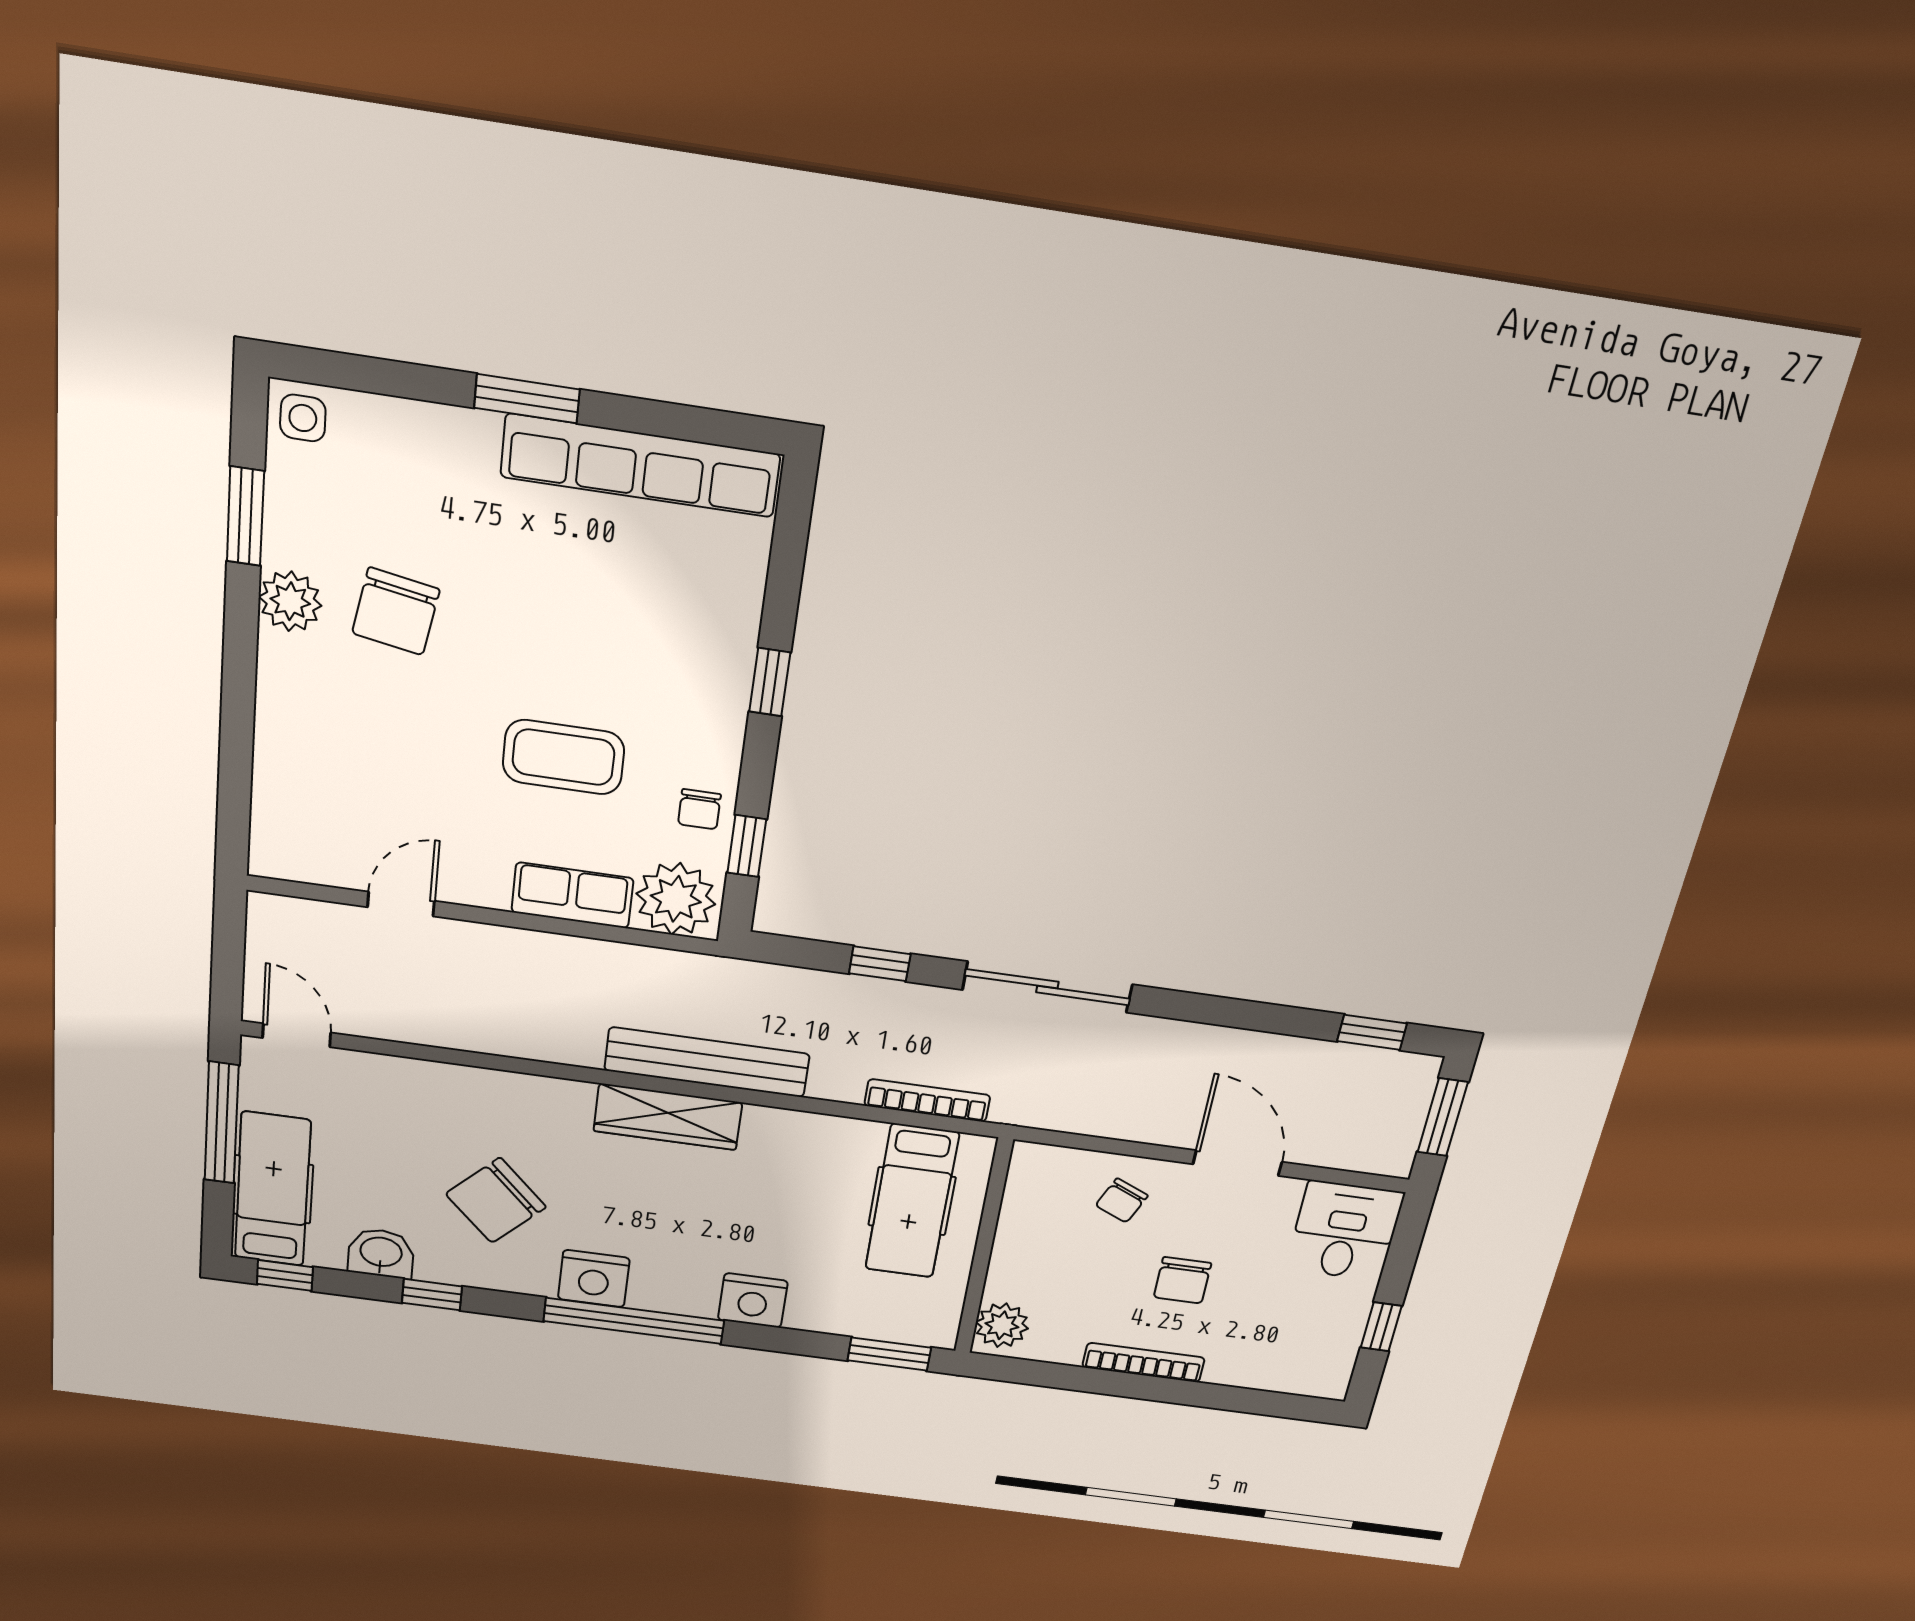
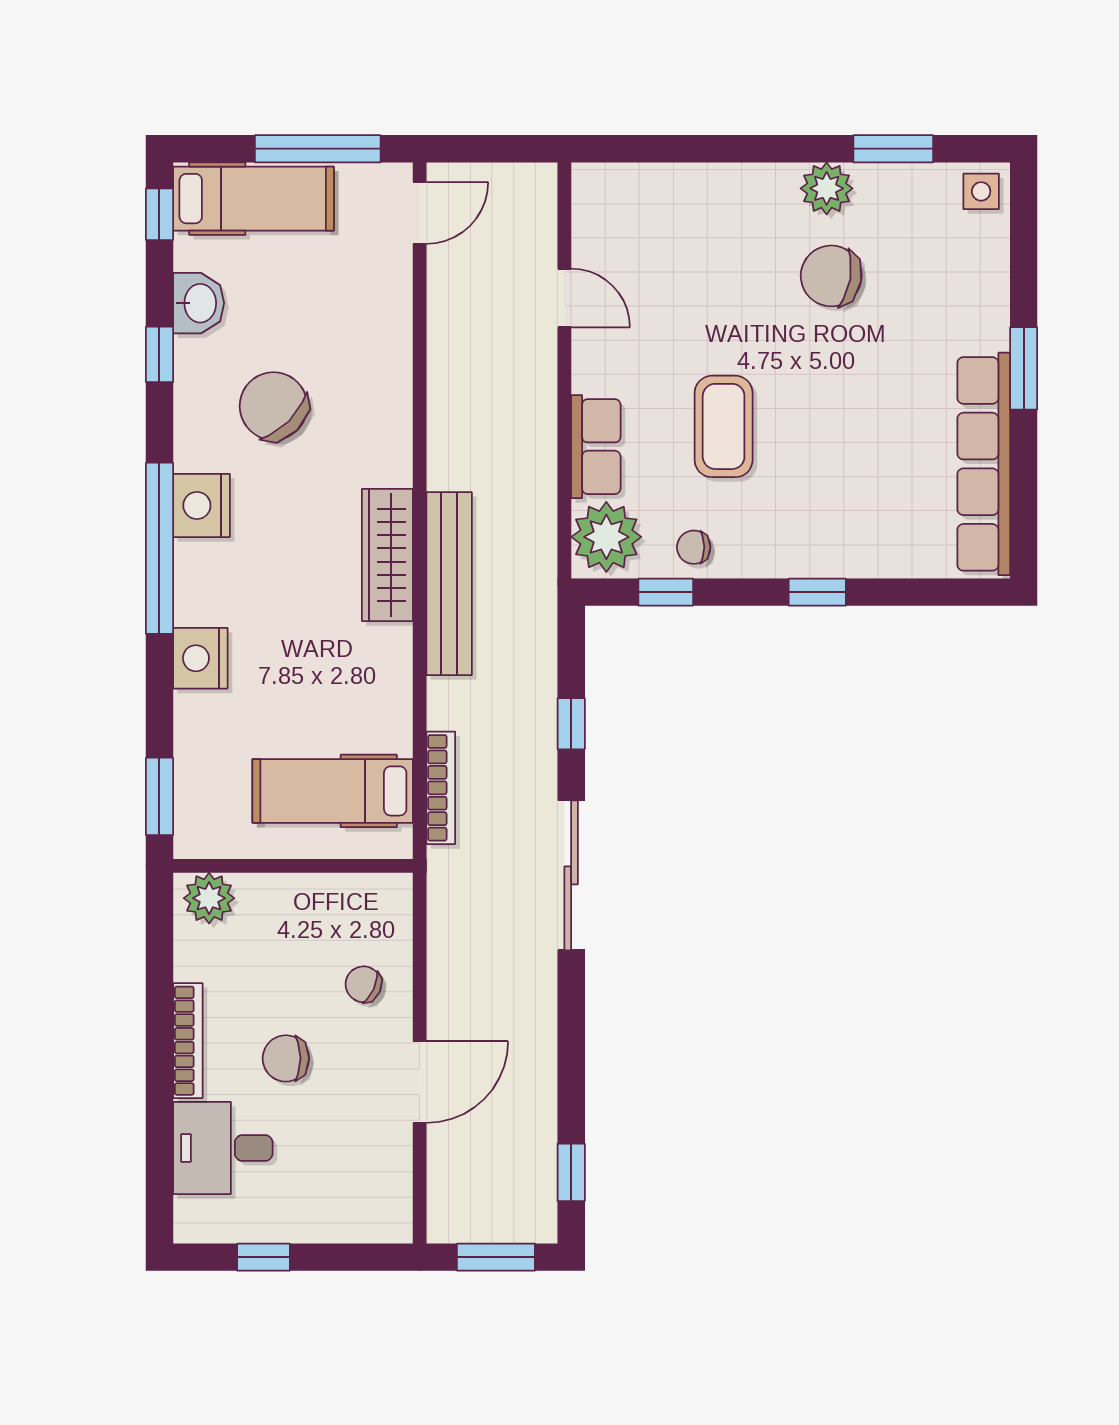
desk: (1345, 1231) -> (223, 1148), moved, turned 180

